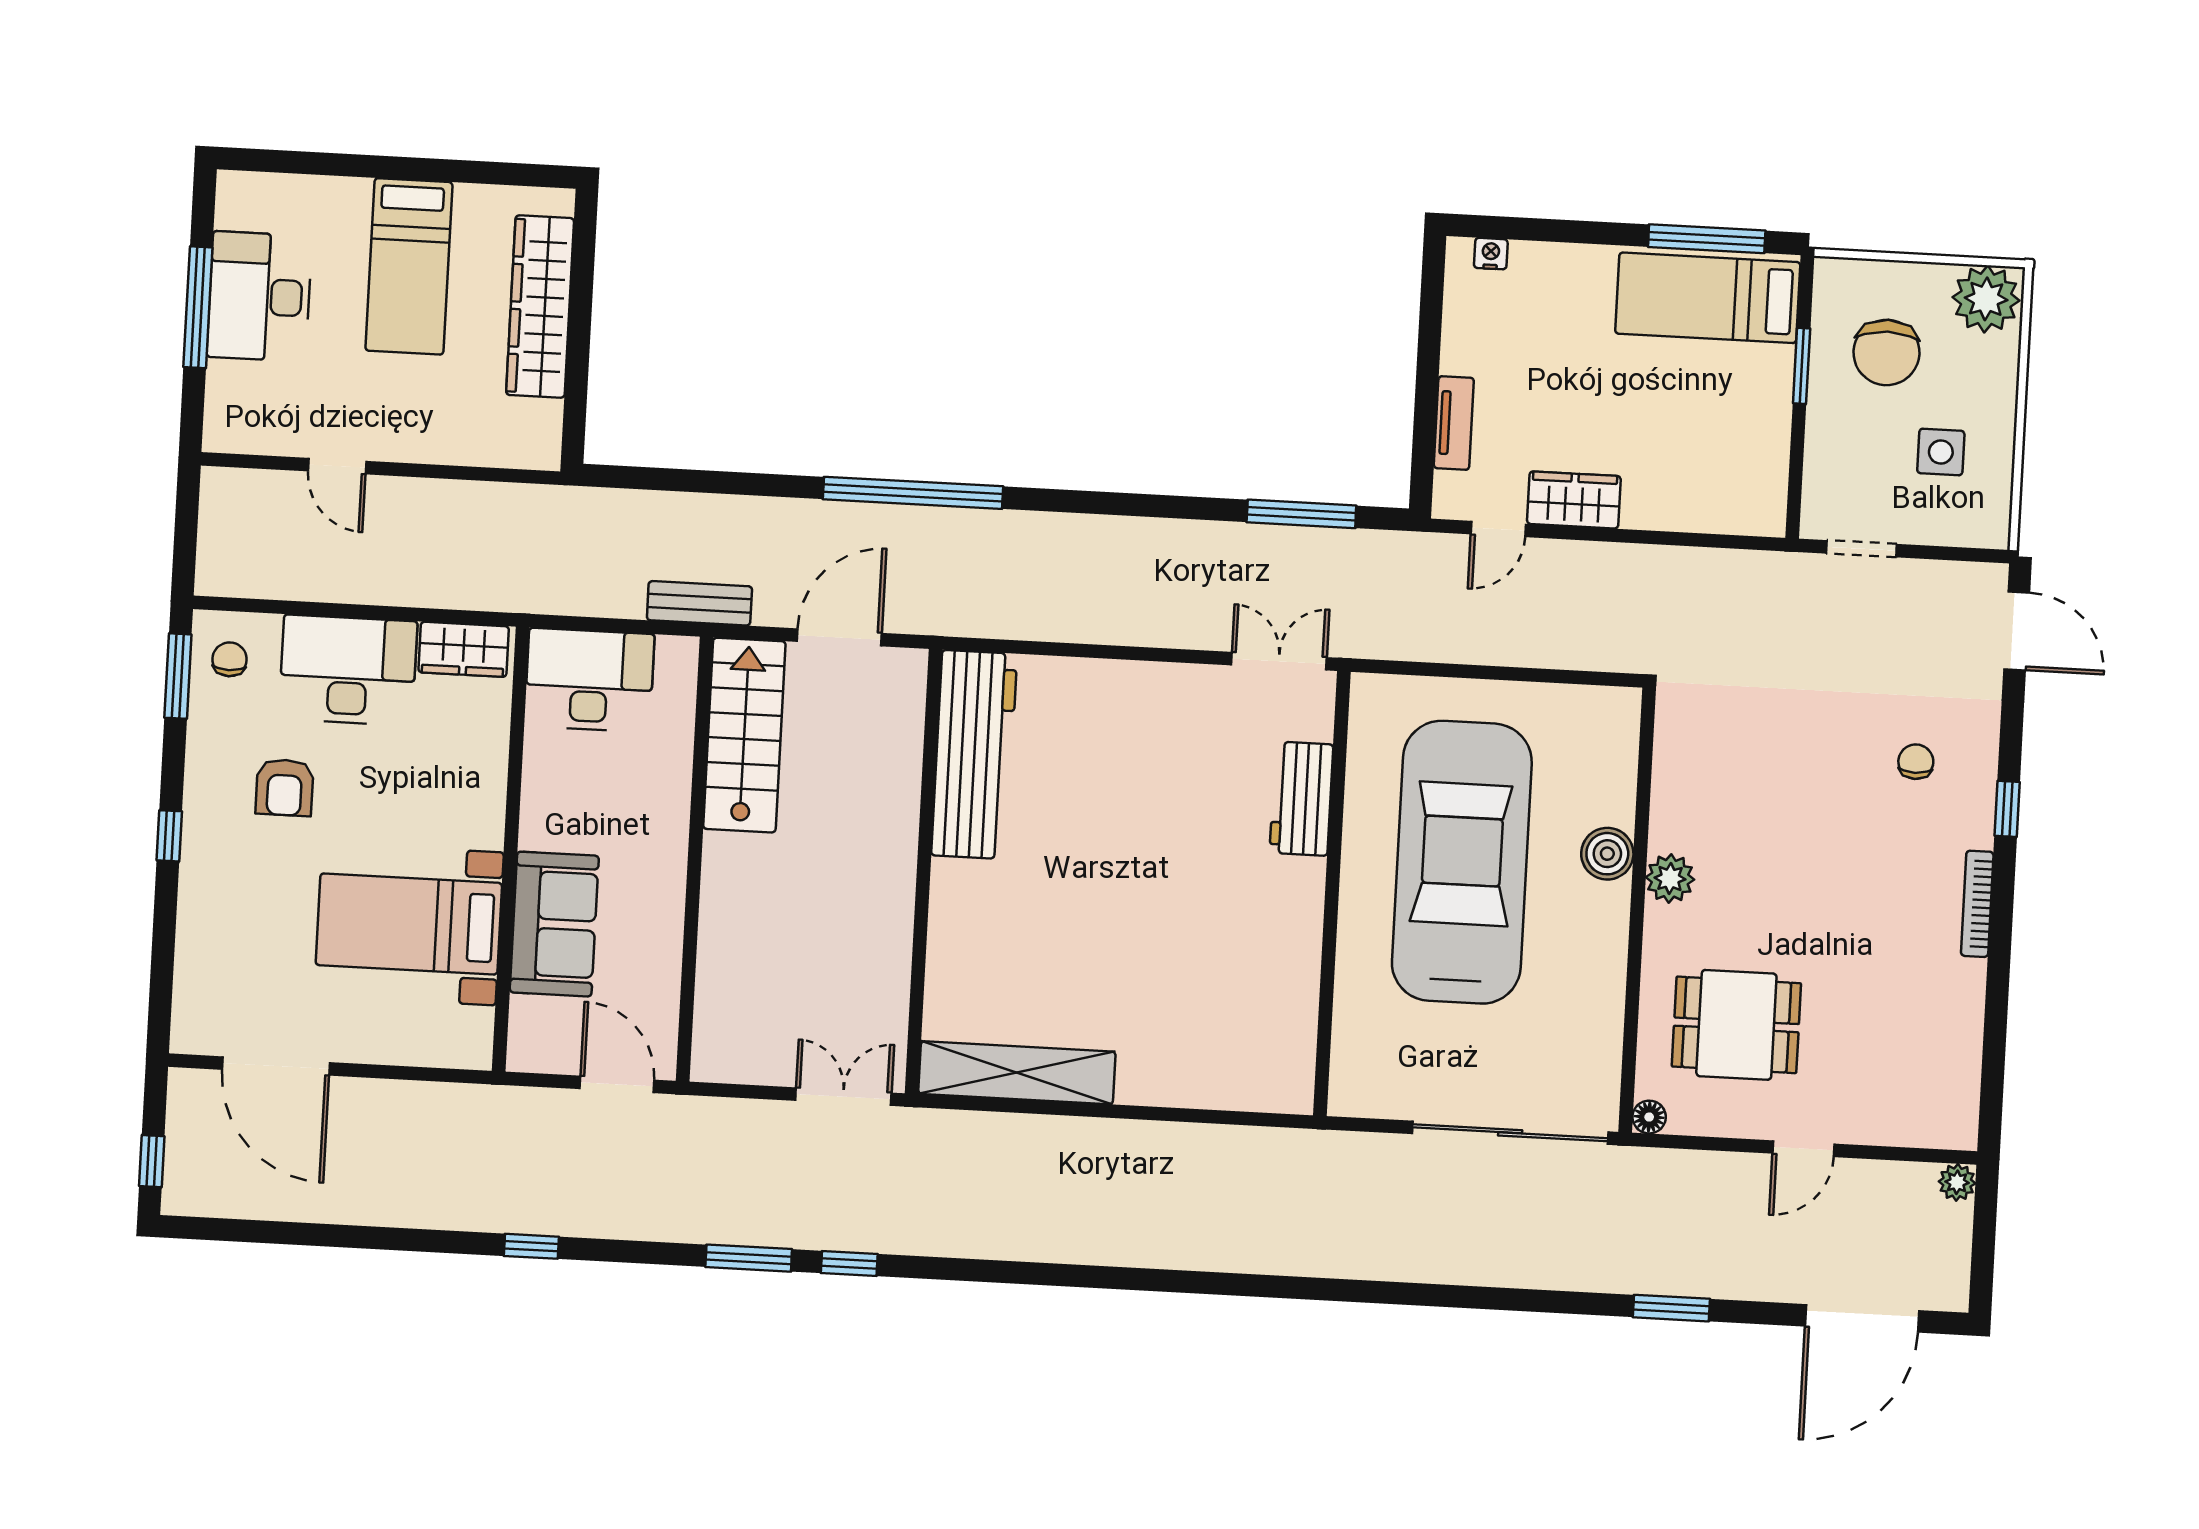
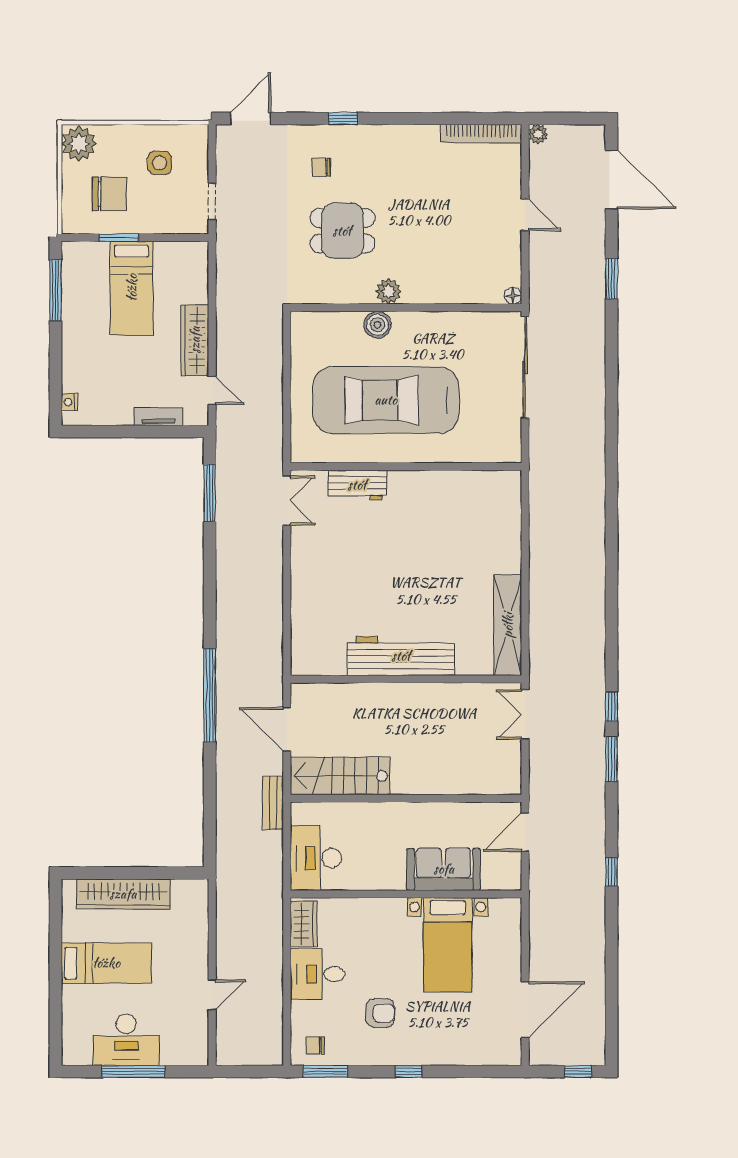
bed: (1708, 298) -> (132, 288), moved
wardrobe: (1574, 500) -> (195, 340), width x1.50
double door: (1279, 661) -> (287, 501), swing flipped
desk: (348, 670) -> (318, 974), width x0.73
workbench: (974, 755) -> (401, 656), moved
bookcase: (1977, 904) -> (481, 134), moved, width x1.48, depth x1.31
dining table: (1736, 1025) -> (342, 231), moved, turned 90

